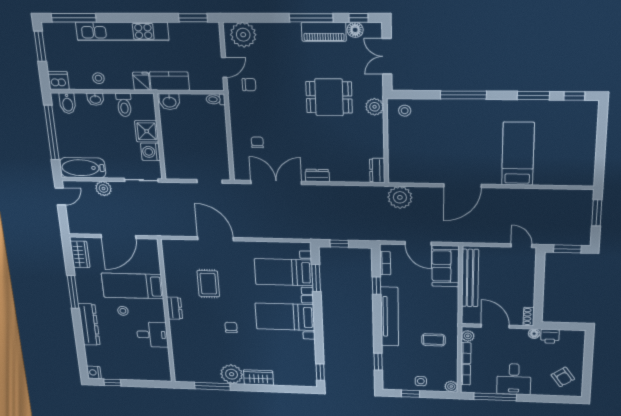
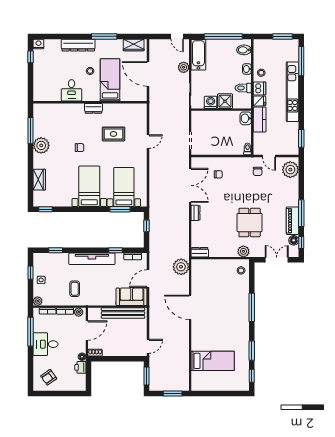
dishwasher: (58, 81) -> (259, 88), moved
bed: (518, 154) -> (213, 361), moved
door: (216, 239) -> (148, 142), width x0.53
wardrobe: (259, 378) -> (39, 180), moved

